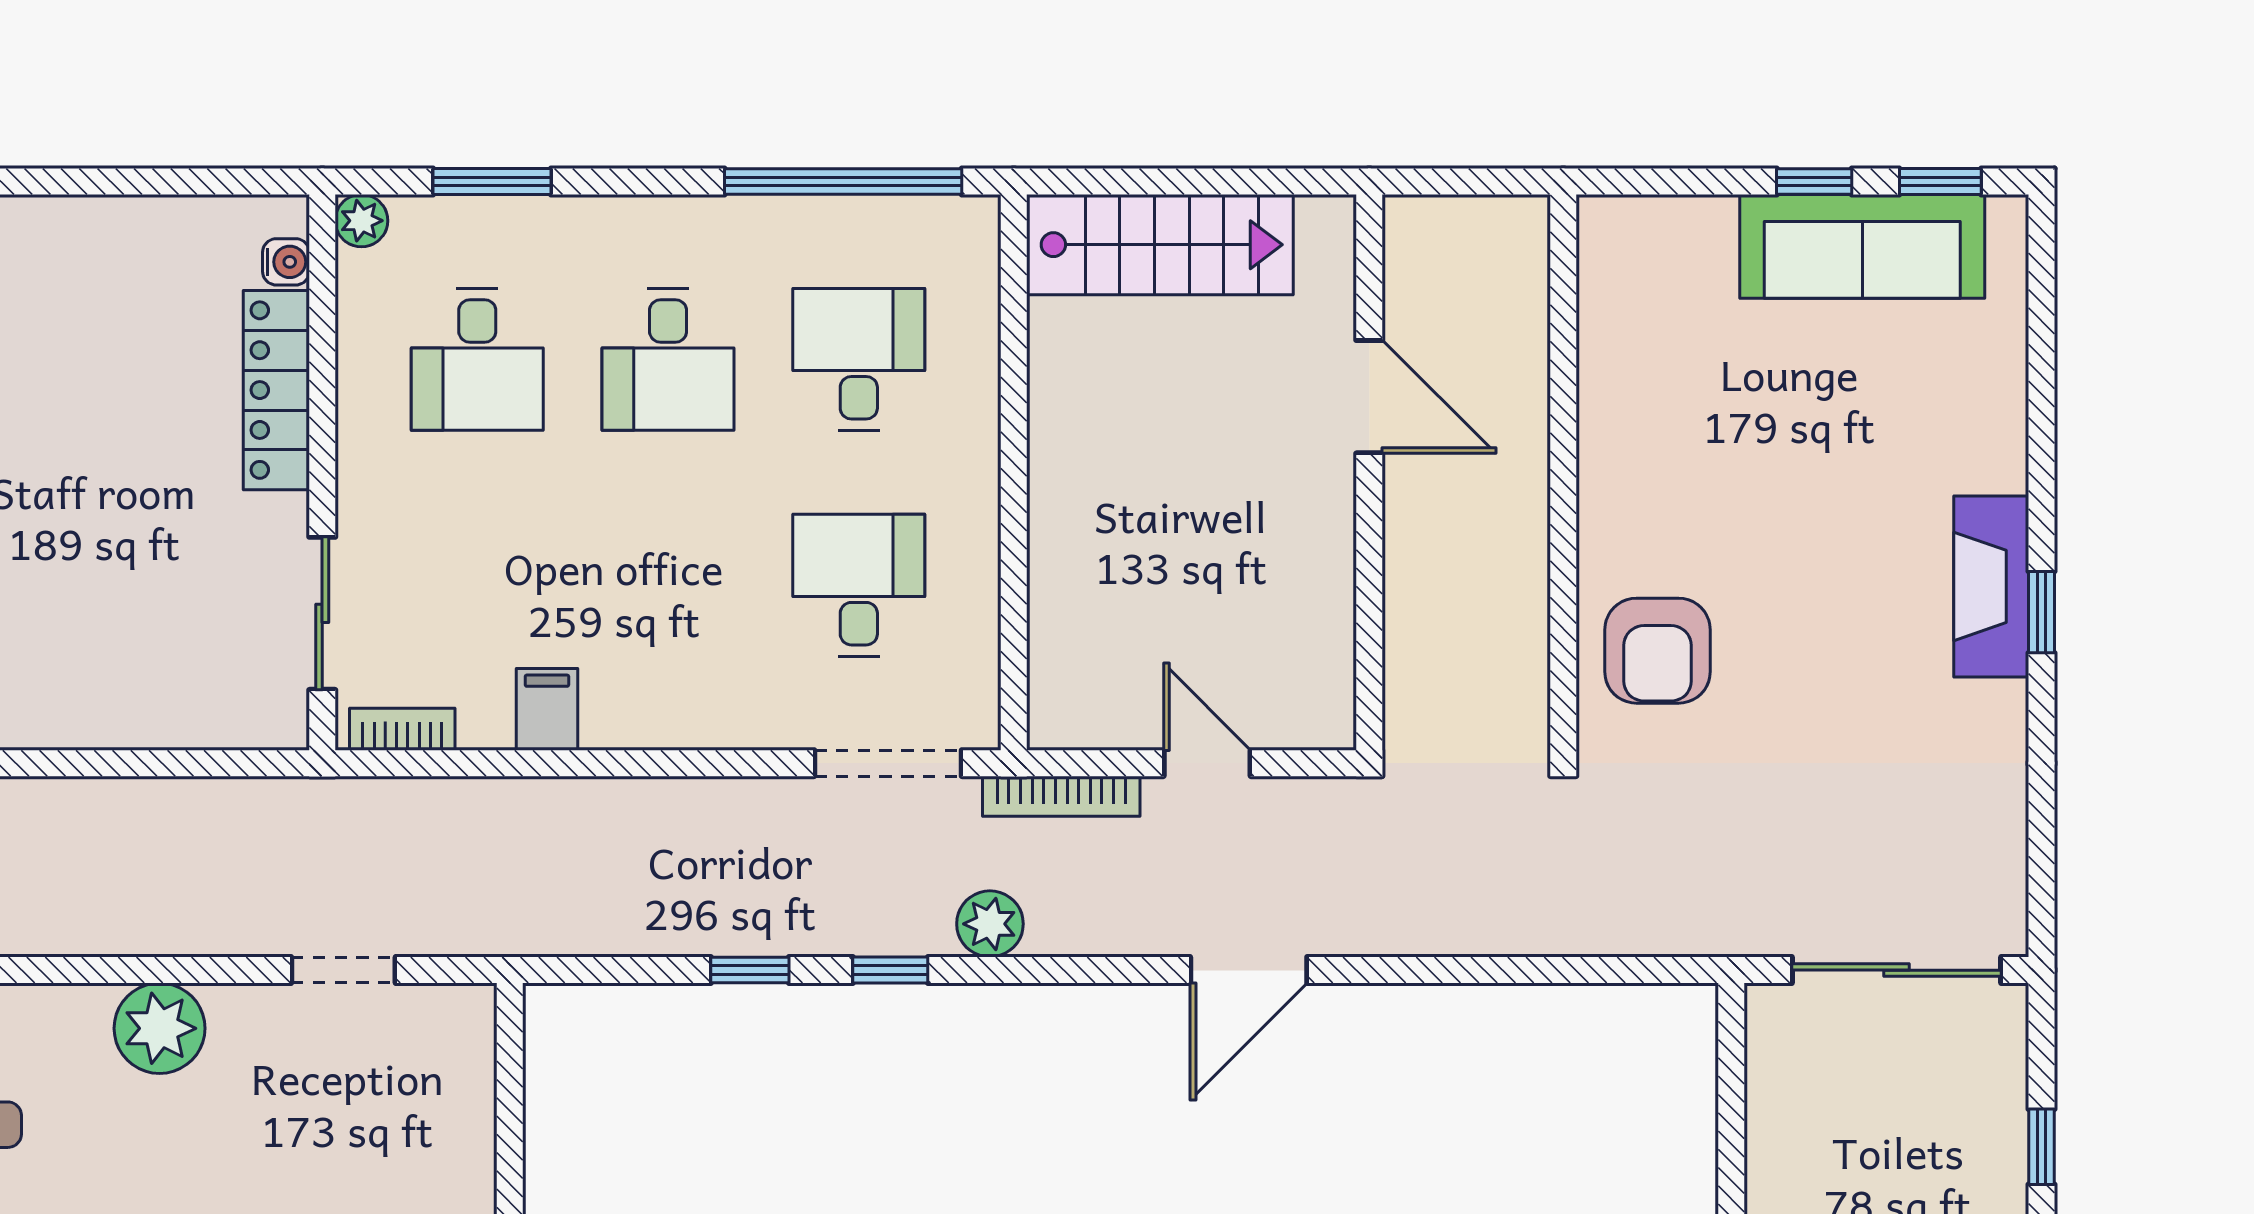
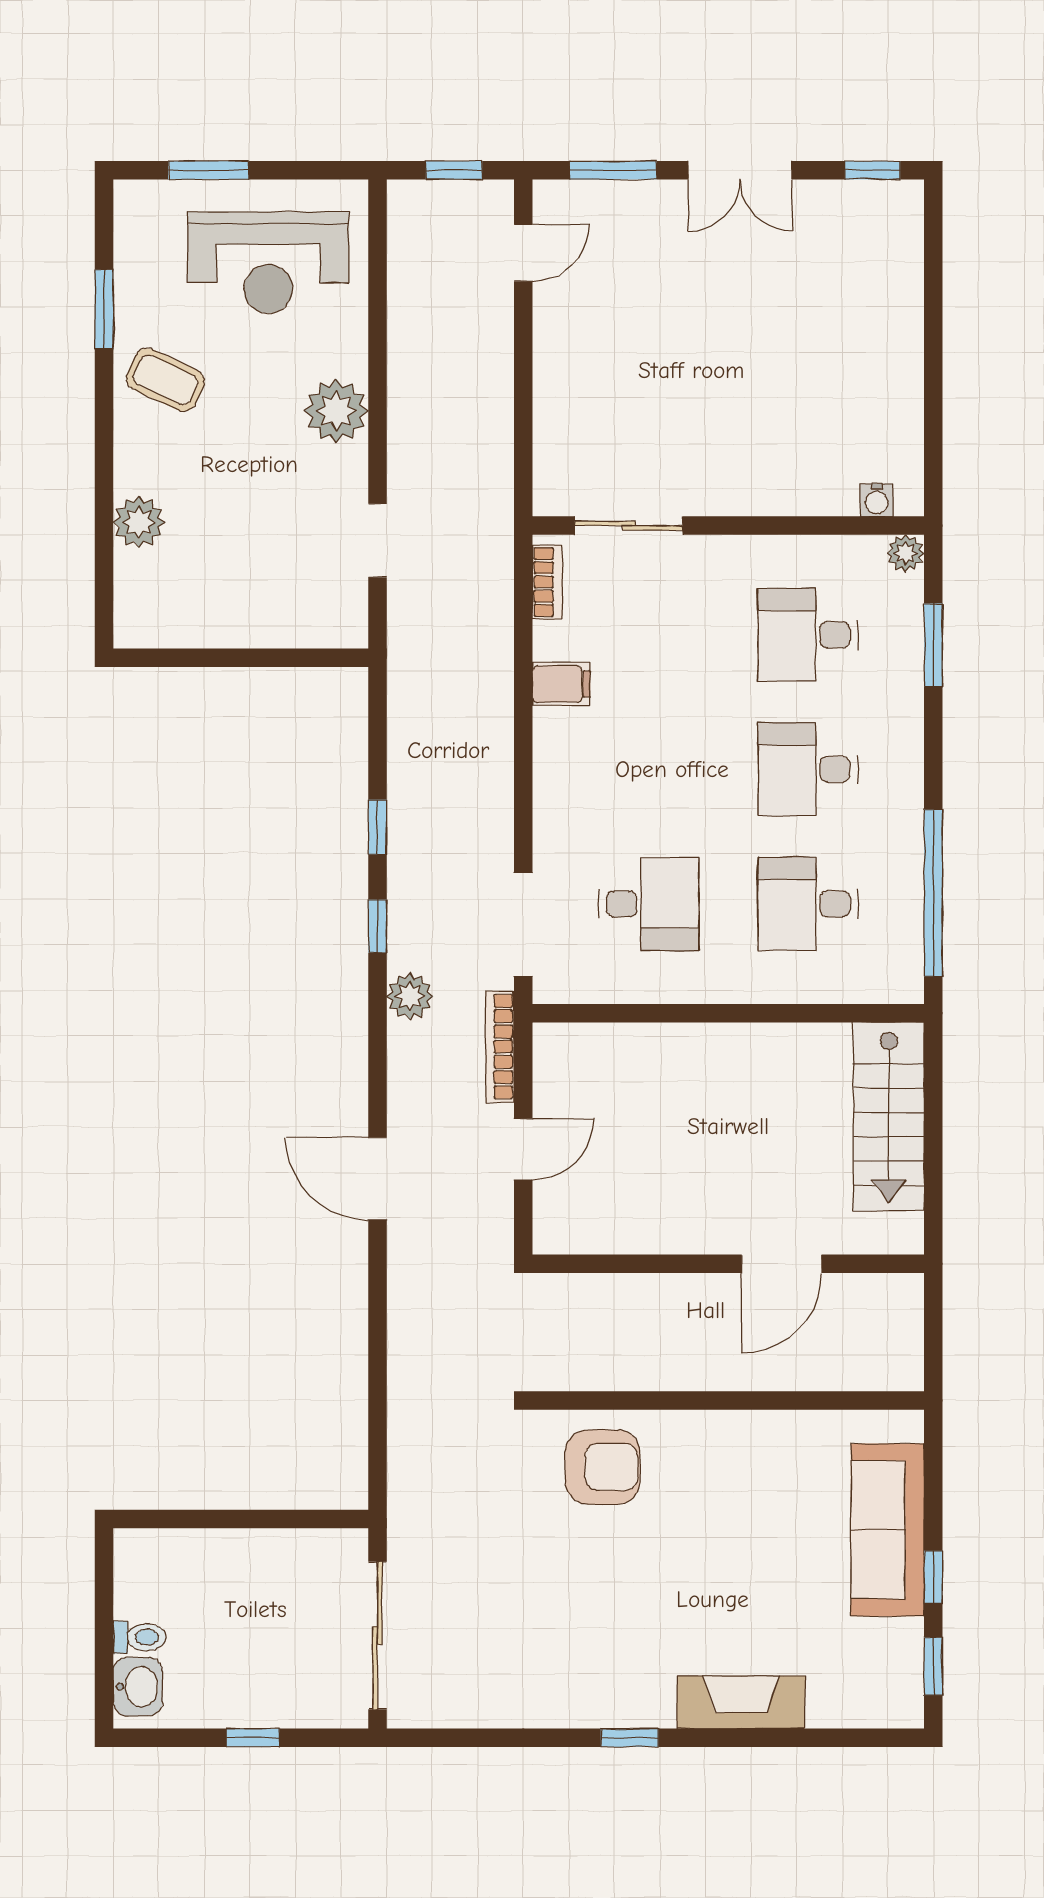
sofa: (1862, 246) -> (888, 1530), moved
desk: (859, 359) -> (808, 904), turned 180
locker: (276, 390) -> (786, 493), removed
fireplace: (1991, 586) -> (741, 1702), moved
armchair: (1658, 651) -> (603, 1467), turned 180

